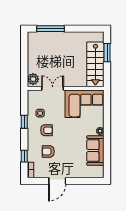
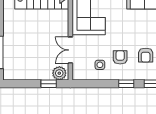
window: (24, 70) -> (49, 84), added
window: (24, 122) -> (126, 84), moved

